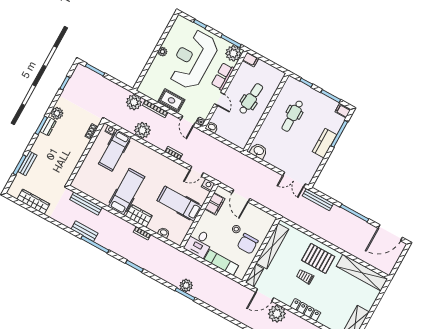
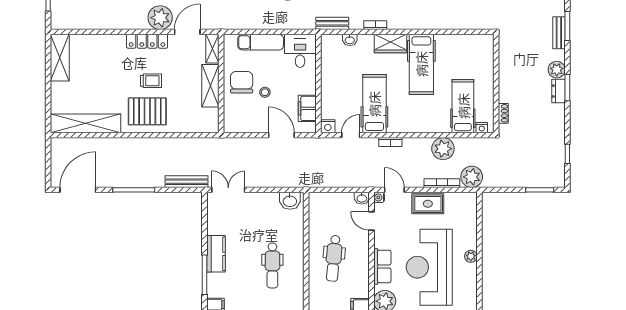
reception desk: (193, 59) -> (429, 267), turned 180
door: (219, 99) -> (372, 221), moved
plant: (57, 113) -> (557, 70), moved
dental chair: (293, 116) -> (272, 265), turned 180
bench: (86, 203) -> (332, 23), moved, width x0.73
hospital bed: (180, 204) -> (374, 104), moved, turned -90
shelving: (272, 246) -> (210, 86), width x0.68
locker: (305, 310) -> (147, 41), moved

